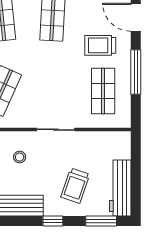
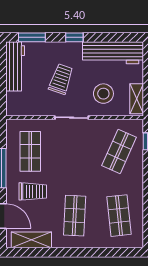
stool: (20, 157) -> (103, 94), width x1.89, depth x1.89
trolley: (75, 186) -> (61, 79), moved

